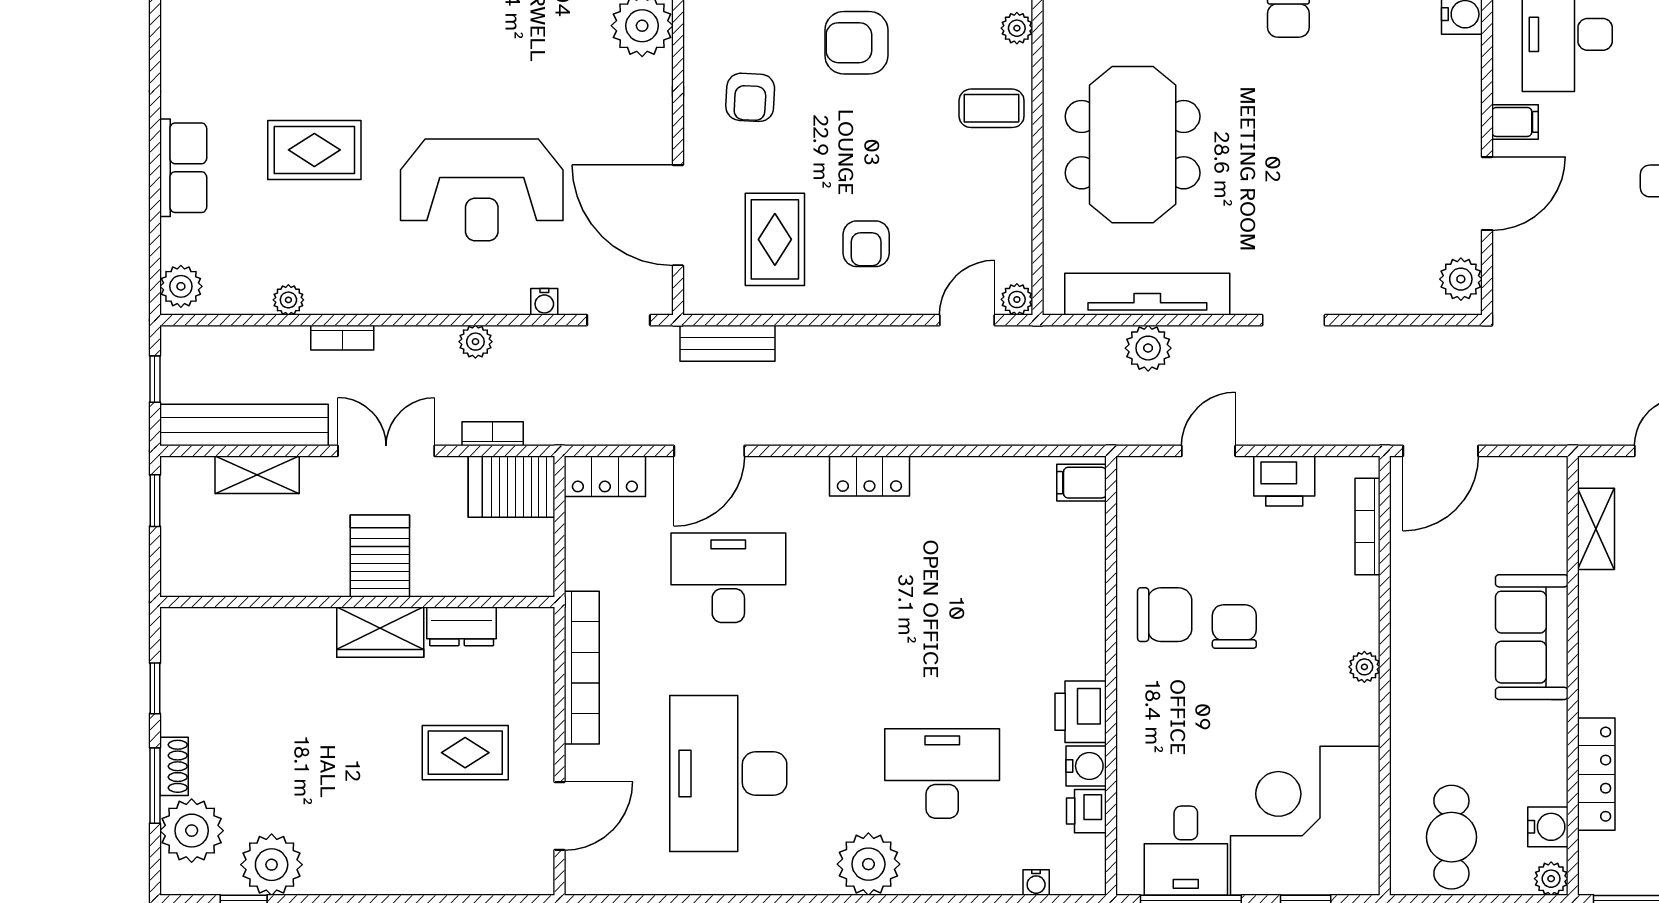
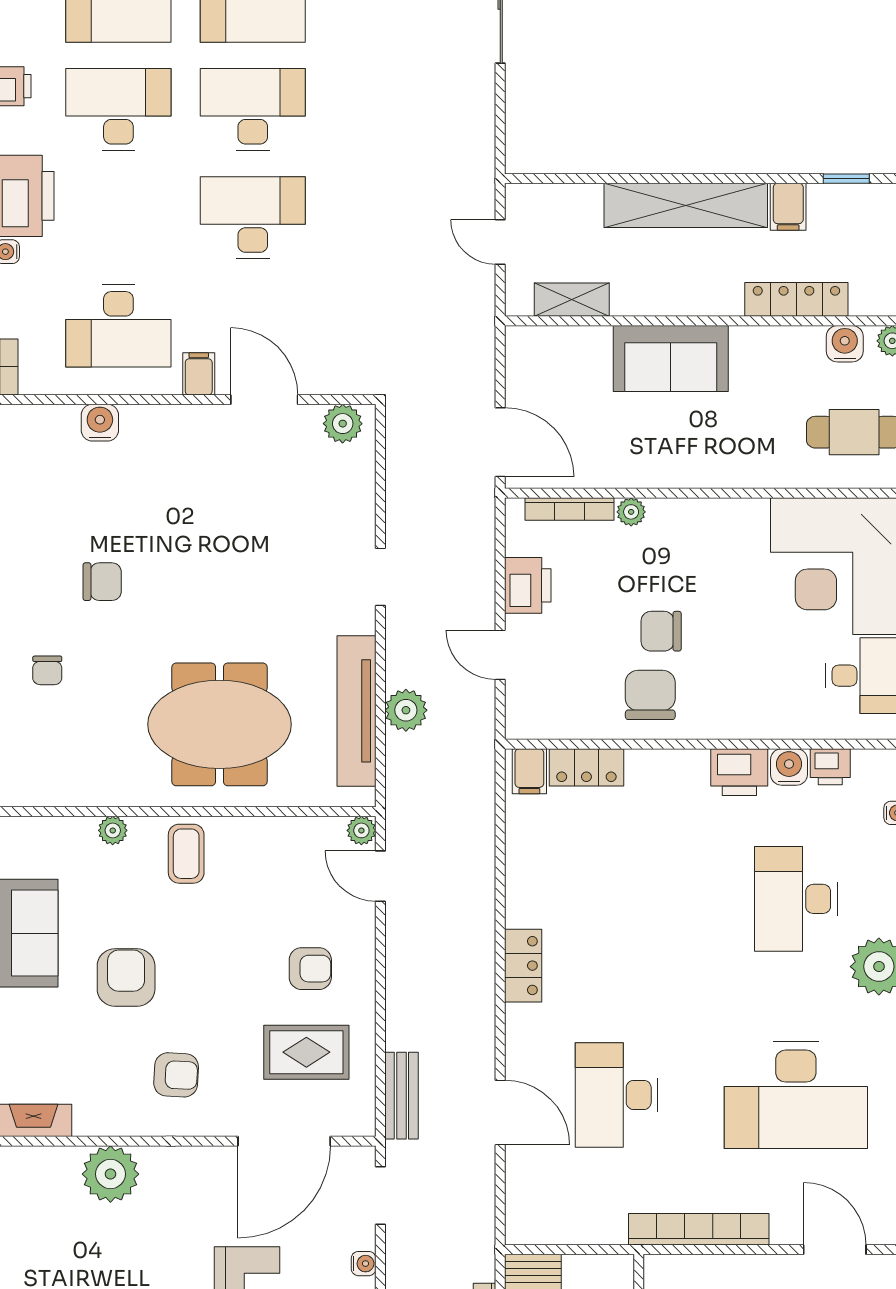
armchair: (856, 43) -> (126, 977), turned 180
locker: (605, 476) -> (586, 767), moved, turned 90
plant: (1364, 667) -> (631, 512), moved

